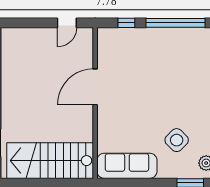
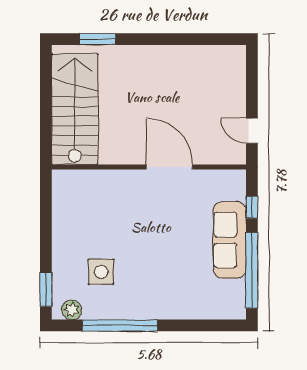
side table: (177, 140) -> (101, 272), turned 45
sofa: (127, 166) -> (230, 240), moved, turned 180

